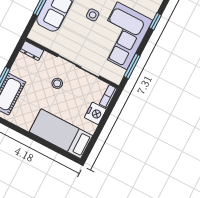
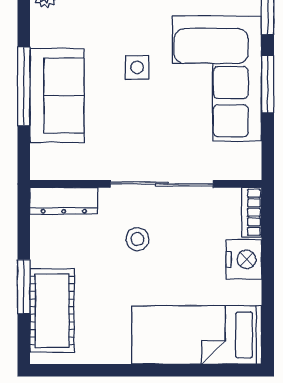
dresser: (32, 51) -> (64, 201), width x1.44
window: (132, 66) -> (268, 84), moved

